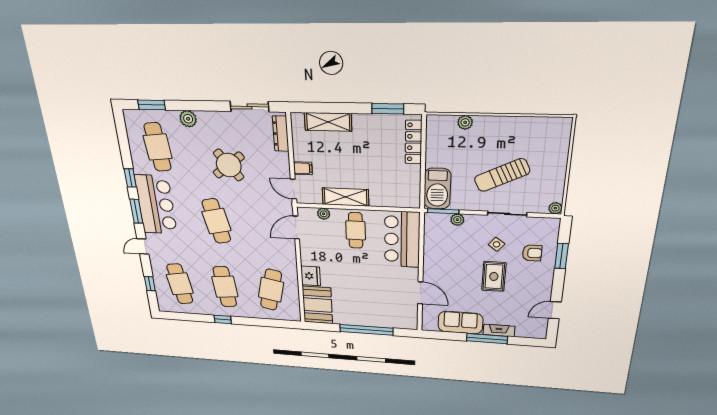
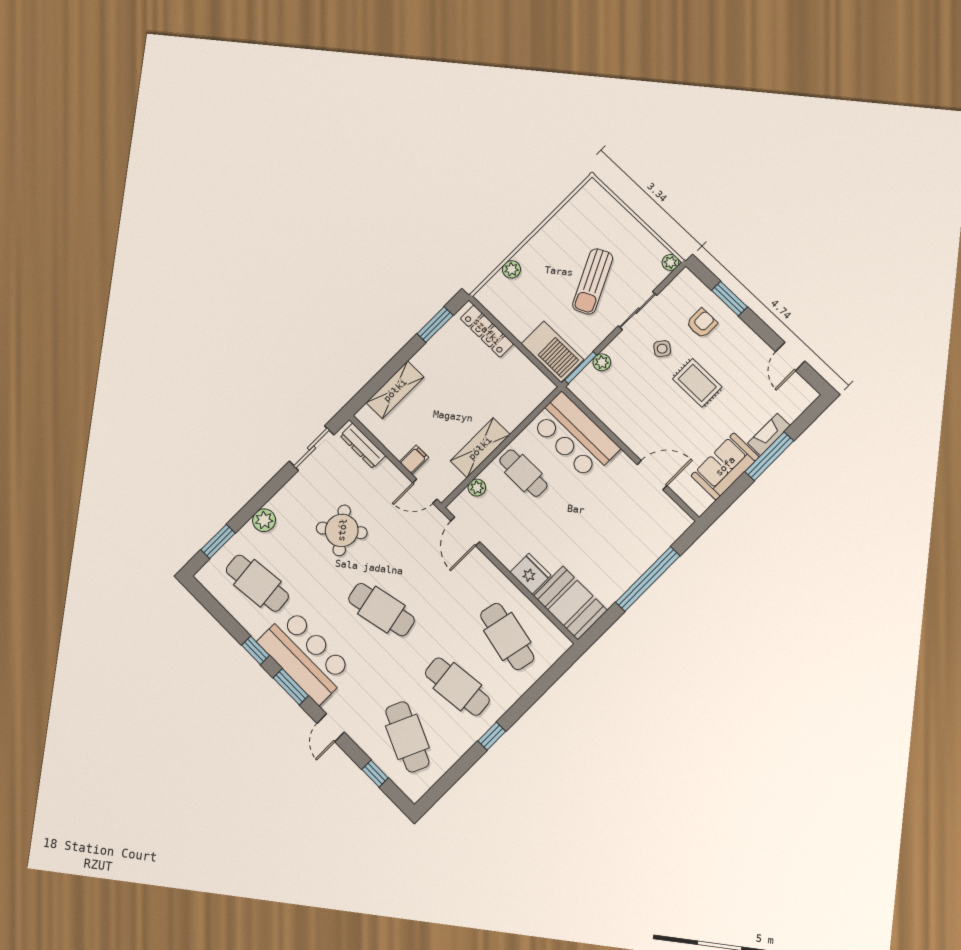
cafe table: (180, 284) -> (407, 737), turned 33

